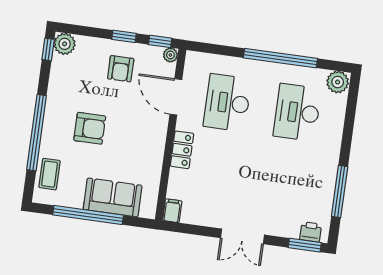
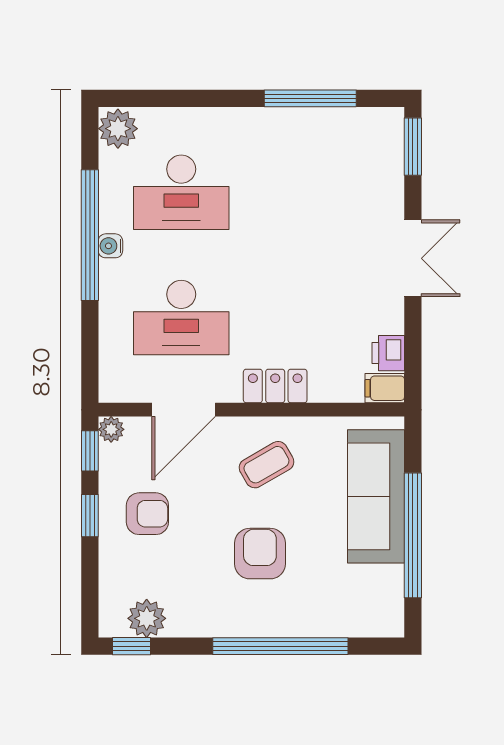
plant: (65, 44) -> (147, 618), moved
water cooler: (273, 69) -> (110, 246), added
coffee table: (50, 174) -> (266, 465), moved, turned -30
sofa: (113, 197) -> (376, 496), width x1.36
printer: (311, 232) -> (388, 353), moved

